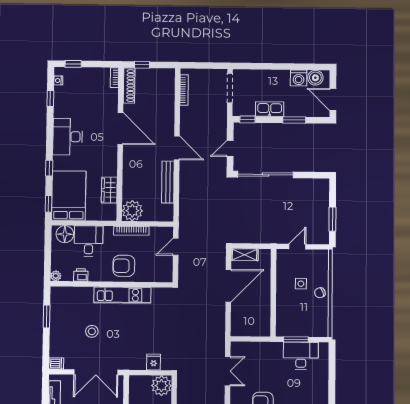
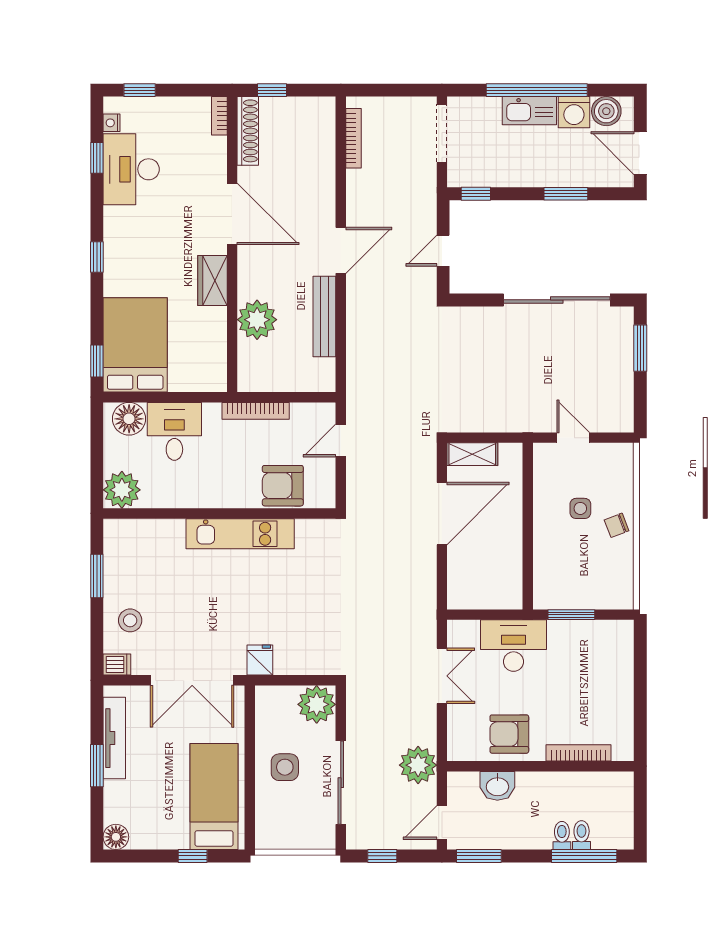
window: (279, 66) -> (537, 90), added
kitchen sink: (270, 109) -> (529, 111), moved, turned 180
desk: (68, 137) -> (131, 169), moved
door: (177, 148) -> (341, 250), hinge flipped
window: (49, 168) -> (97, 257), moved
sliding door: (266, 175) -> (557, 300), moved
wardrobe: (109, 190) -> (212, 281), moved
plant: (132, 211) -> (257, 320), moved
window: (332, 219) -> (640, 348), moved
door: (297, 247) -> (573, 438), hinge flipped
armchair: (124, 266) -> (283, 486), moved
printer: (81, 275) -> (161, 496), removed
plant: (56, 276) -> (122, 490), width x1.88, depth x1.88
stool: (92, 331) -> (130, 620), moved
desk: (301, 356) -> (513, 646), moved
fridge: (154, 362) -> (260, 660), moved

